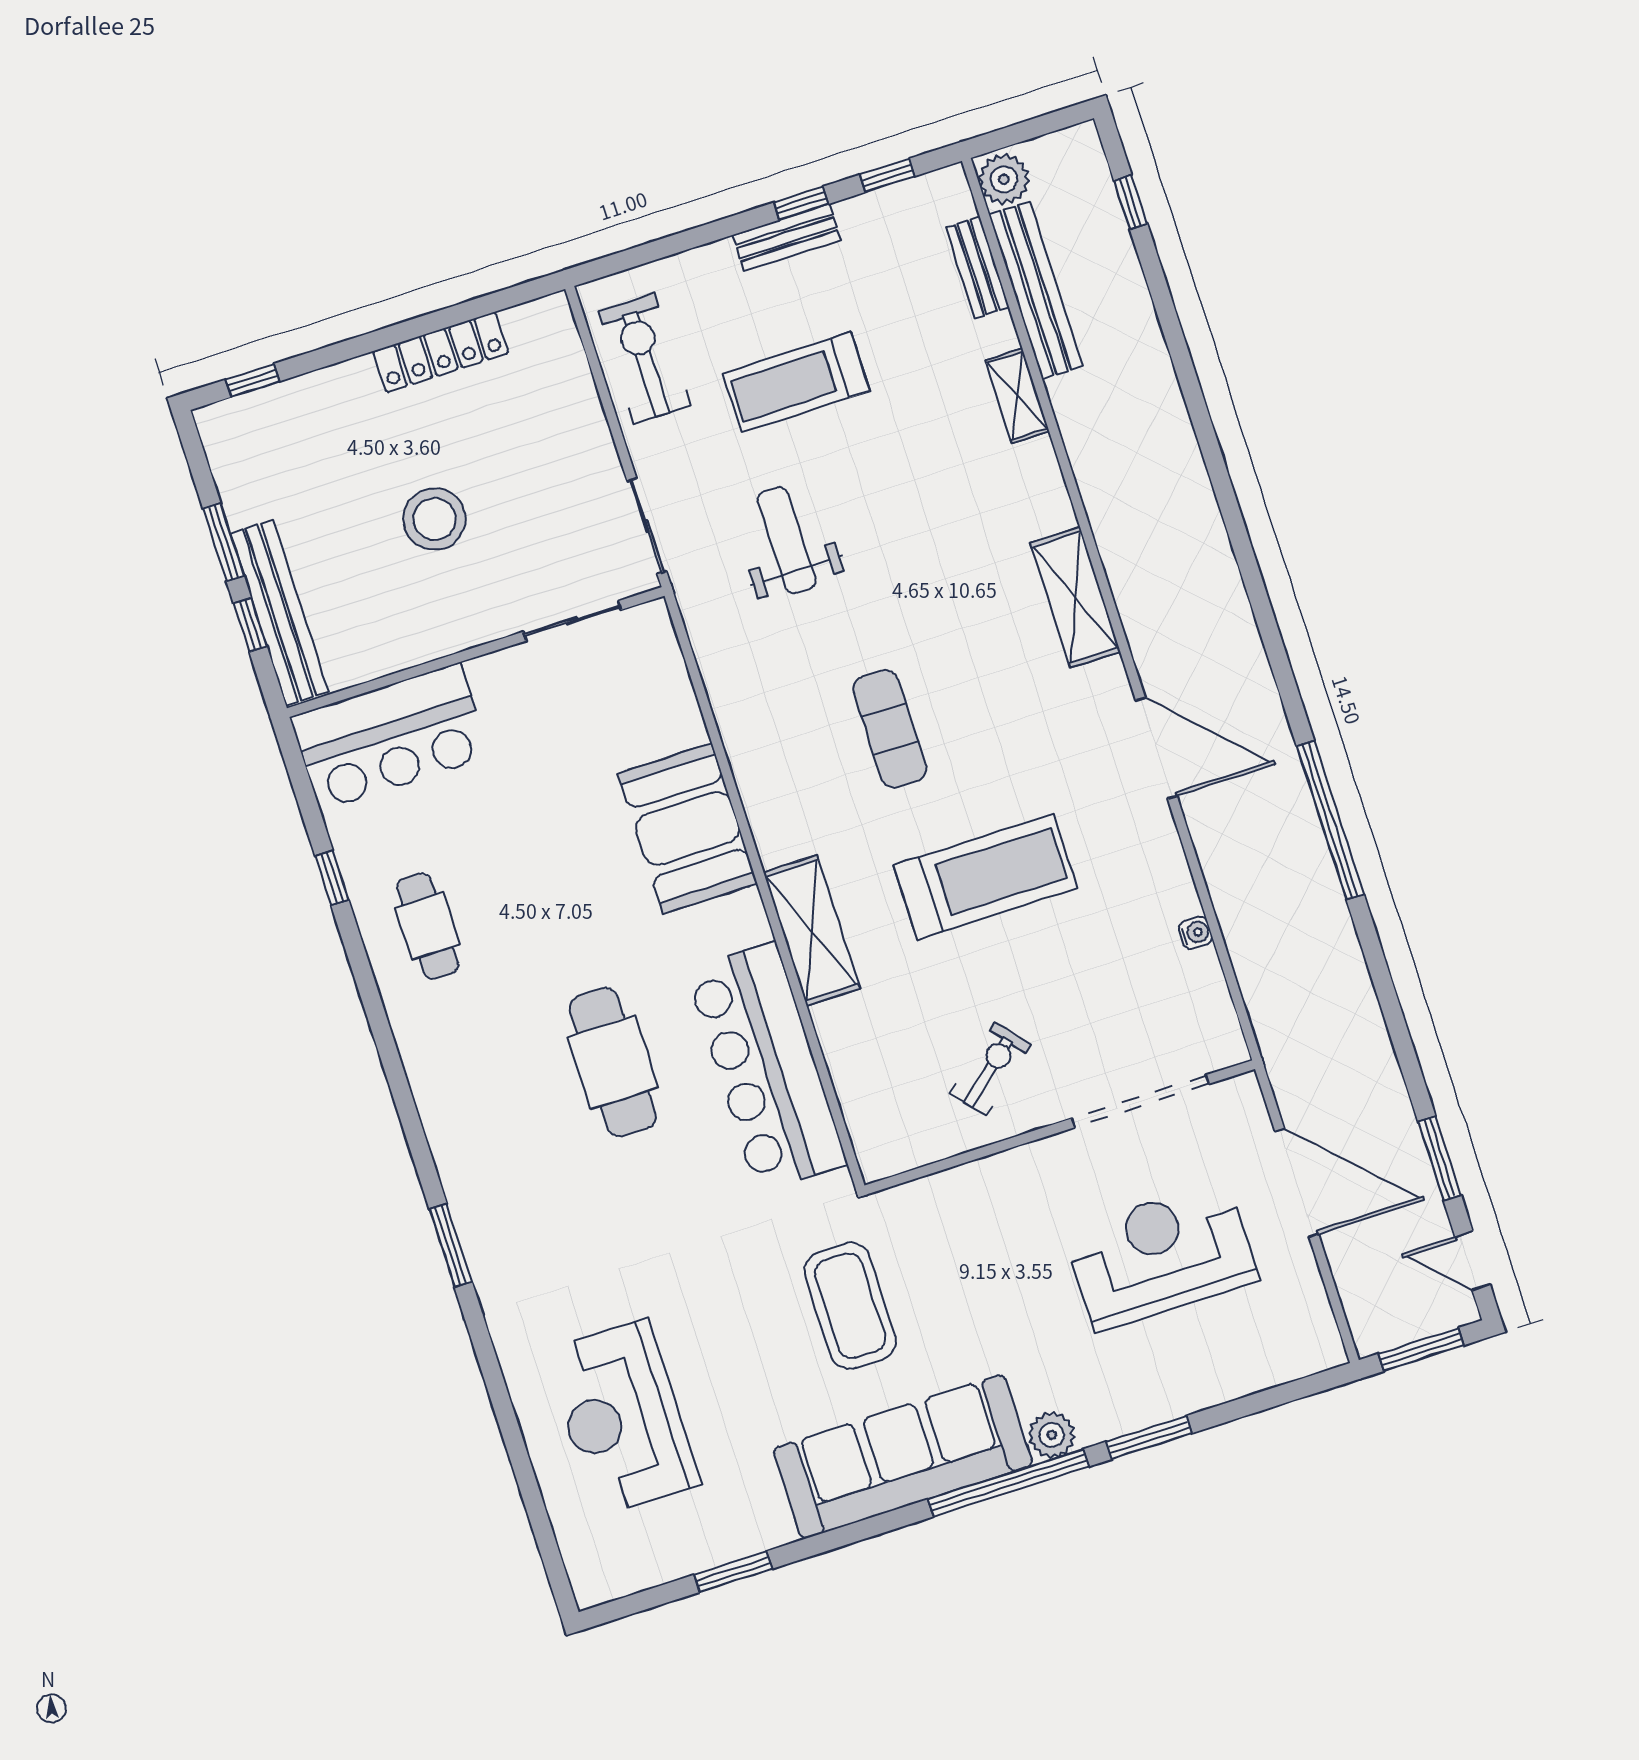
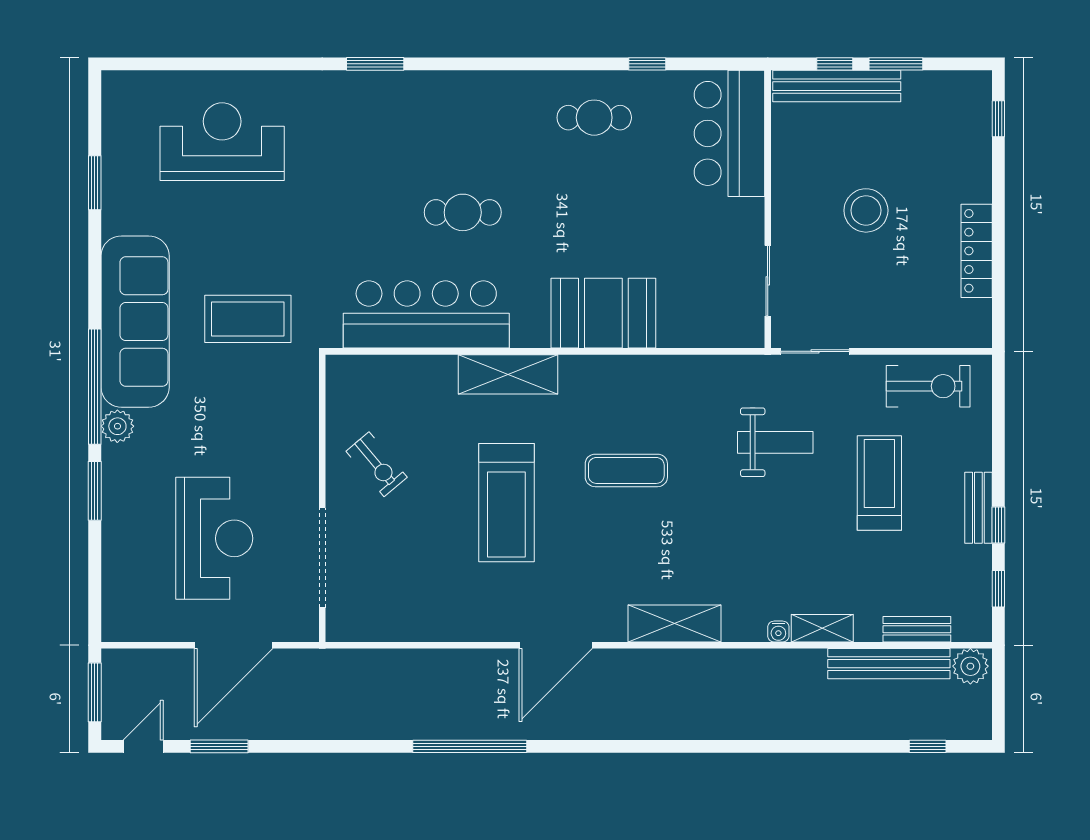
water cooler: (1196, 933) -> (778, 632), moved
cafe table: (613, 1062) -> (463, 212), width x0.73, depth x0.74

